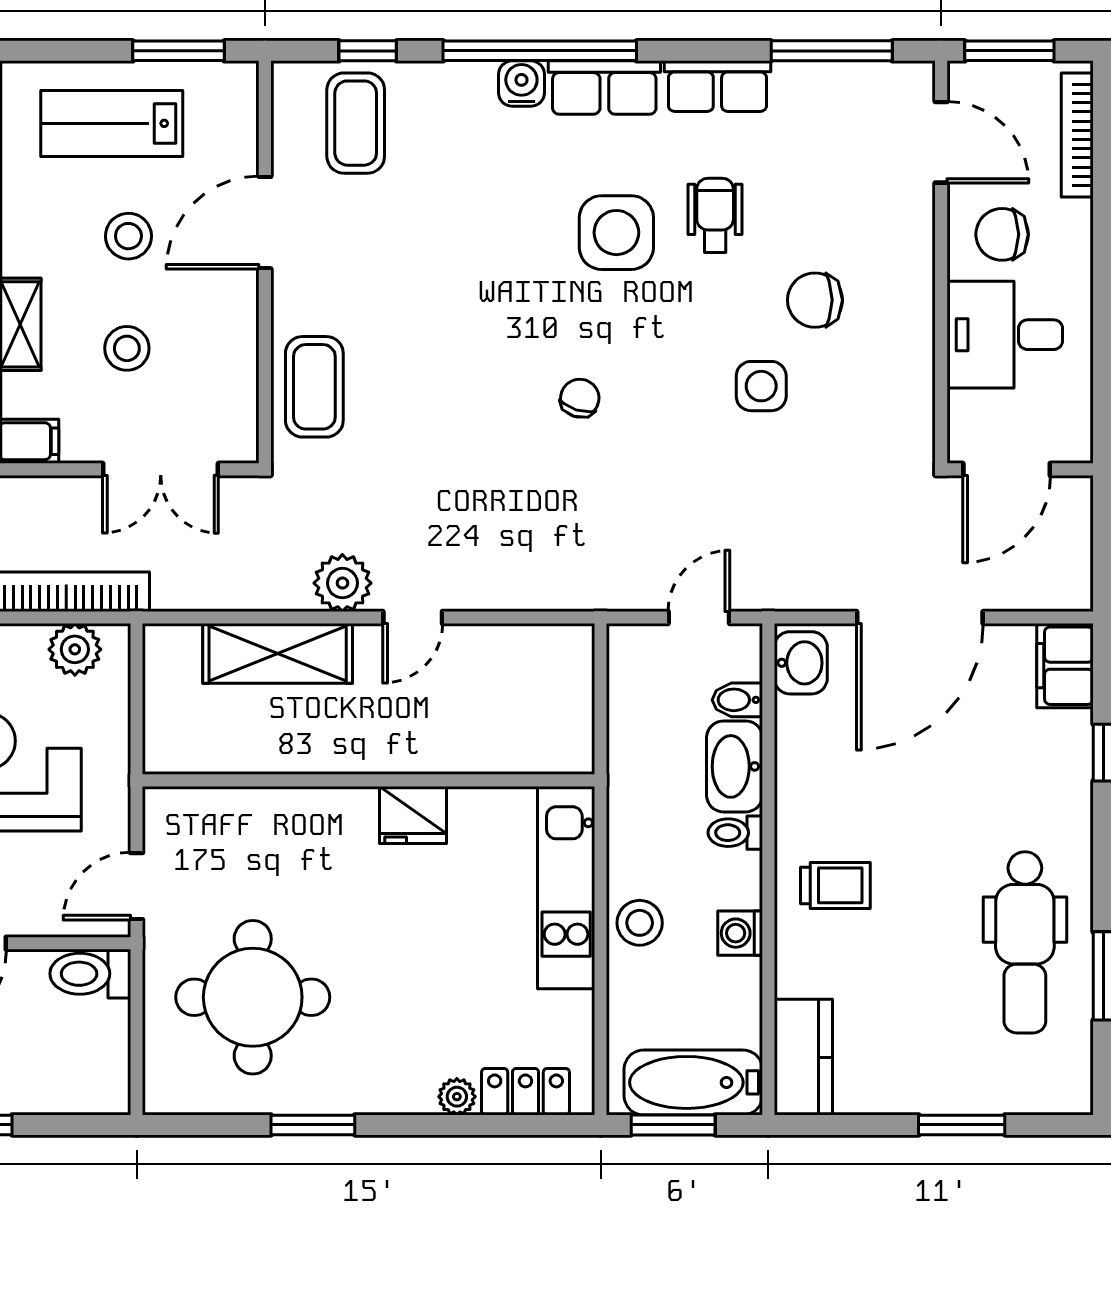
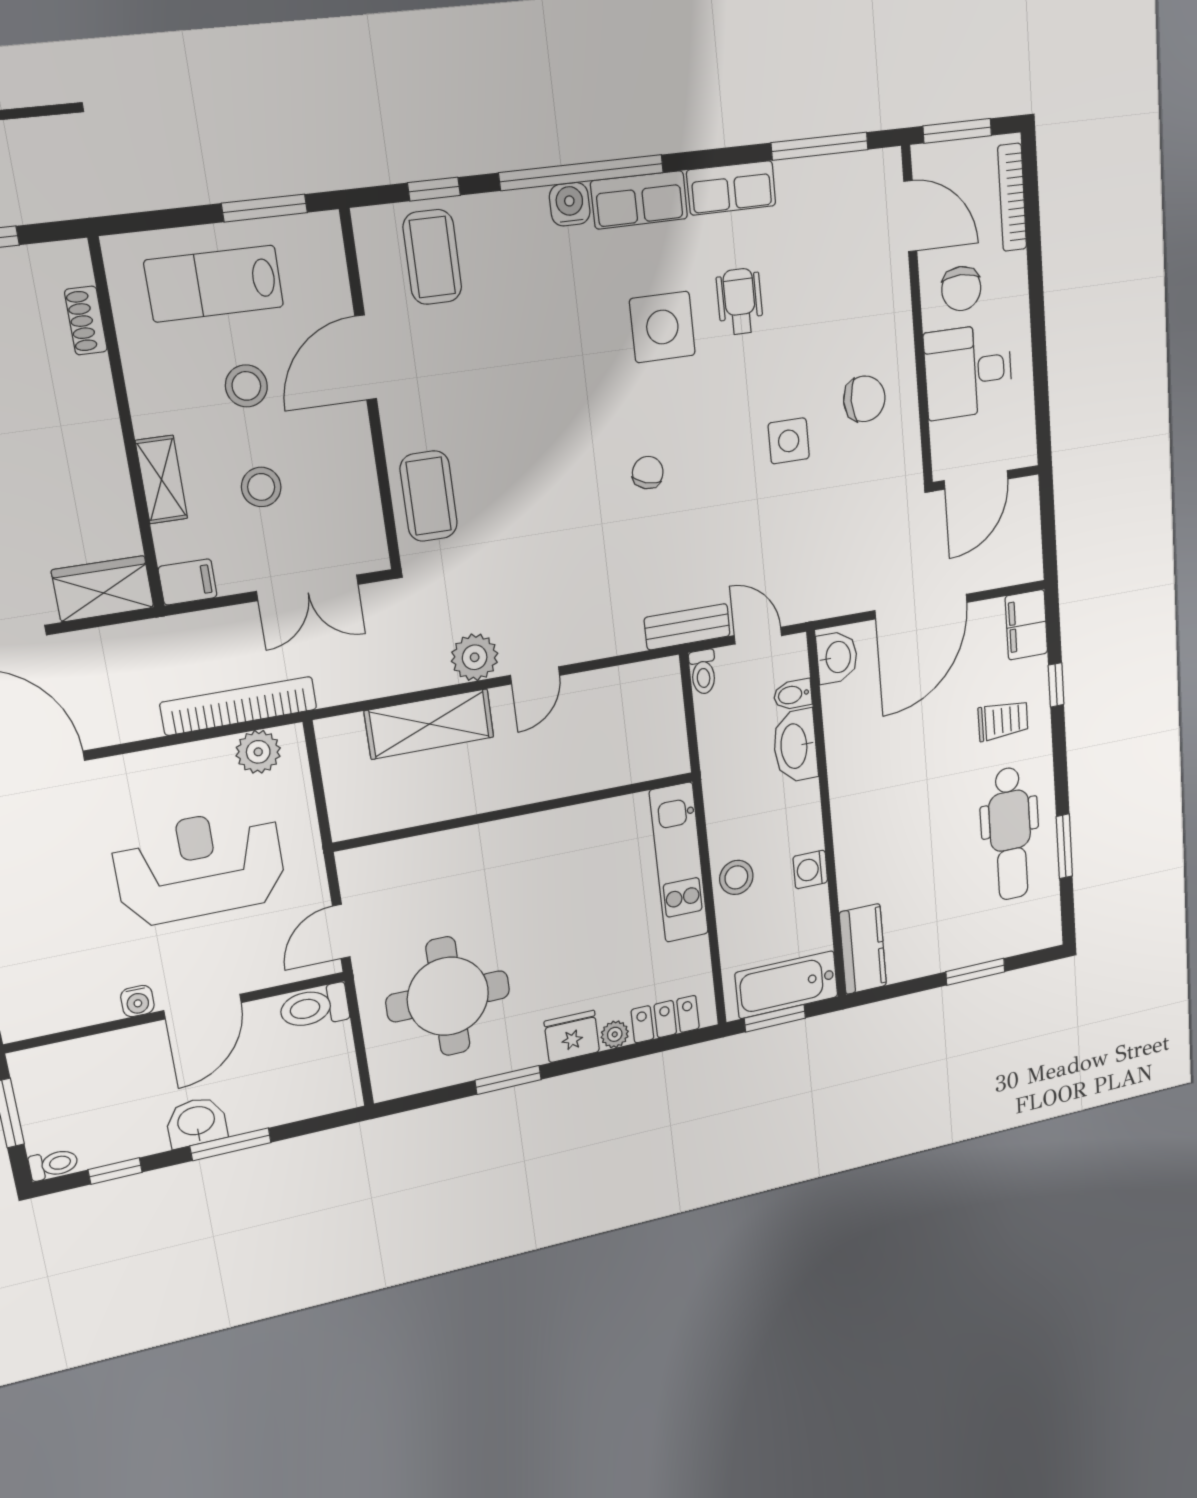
chair: (1002, 234) -> (961, 289), turned -90
chair: (815, 300) -> (864, 399), moved, turned 180
bench: (609, 591) -> (687, 627), added
door: (699, 617) -> (758, 636), hinge flipped
fridge: (413, 815) -> (572, 1036), moved, turned 180
toilet: (735, 833) -> (703, 672), moved, turned -90
trolley: (835, 885) -> (1003, 720), moved

